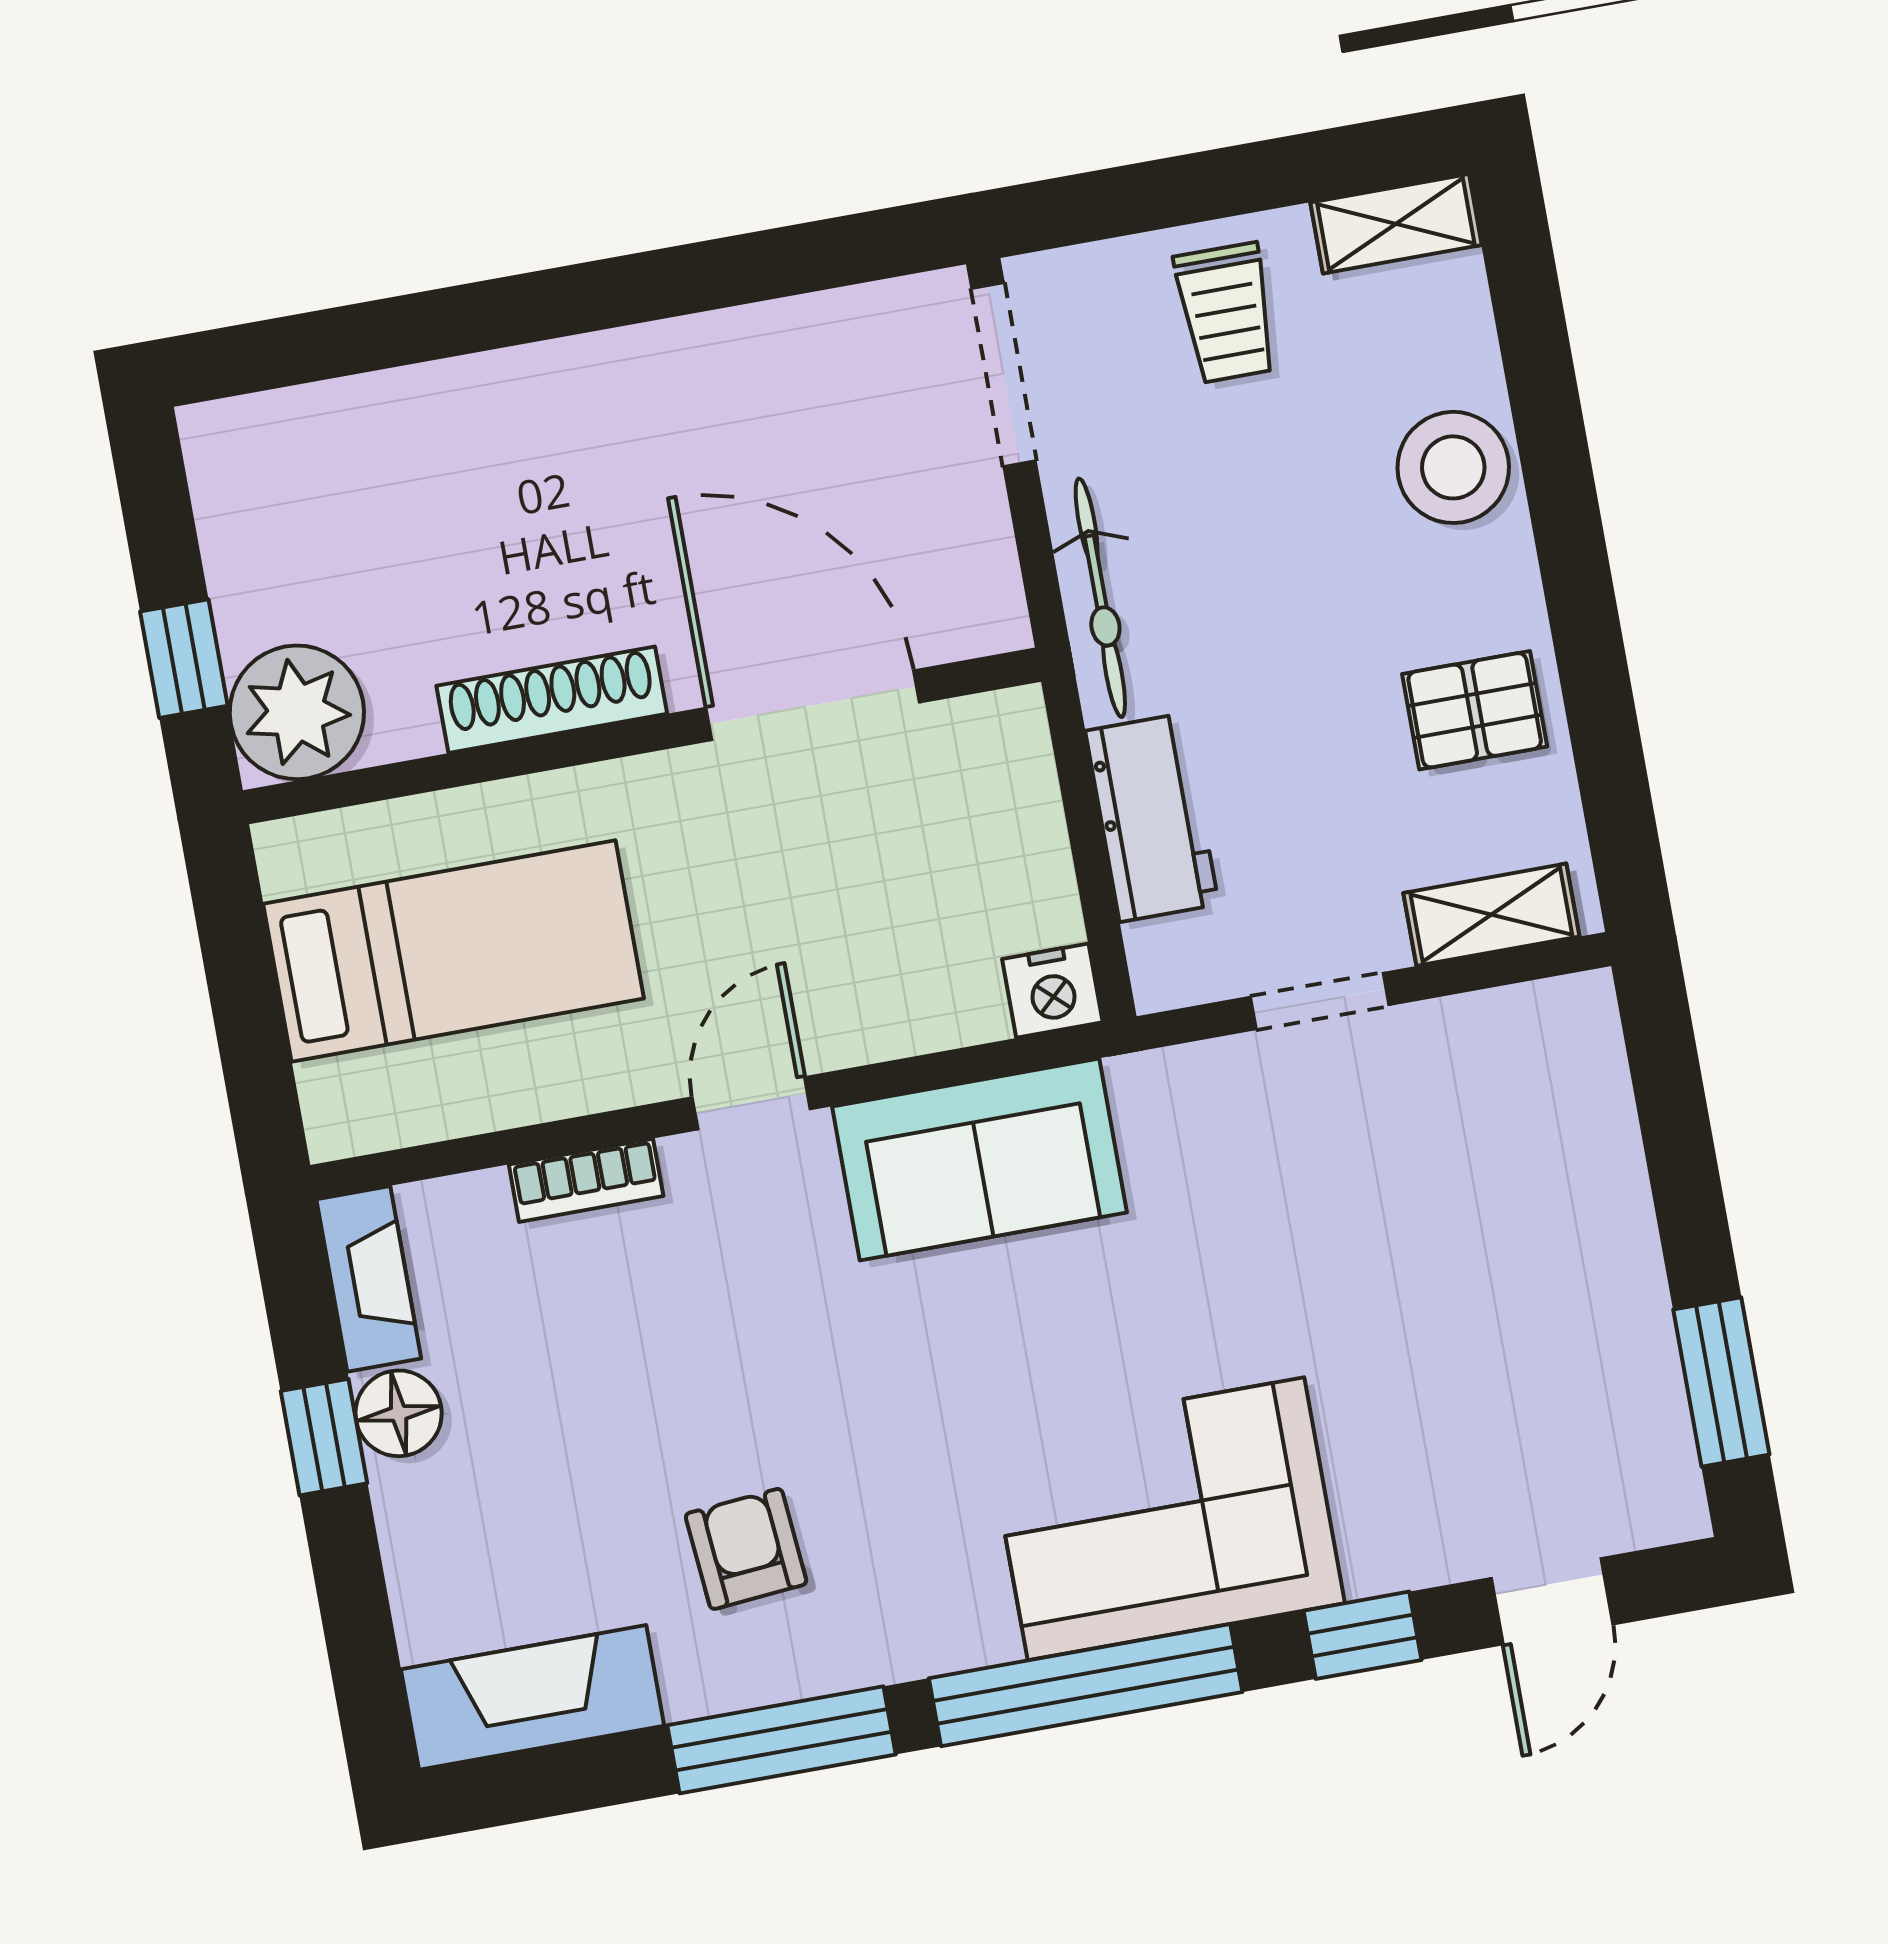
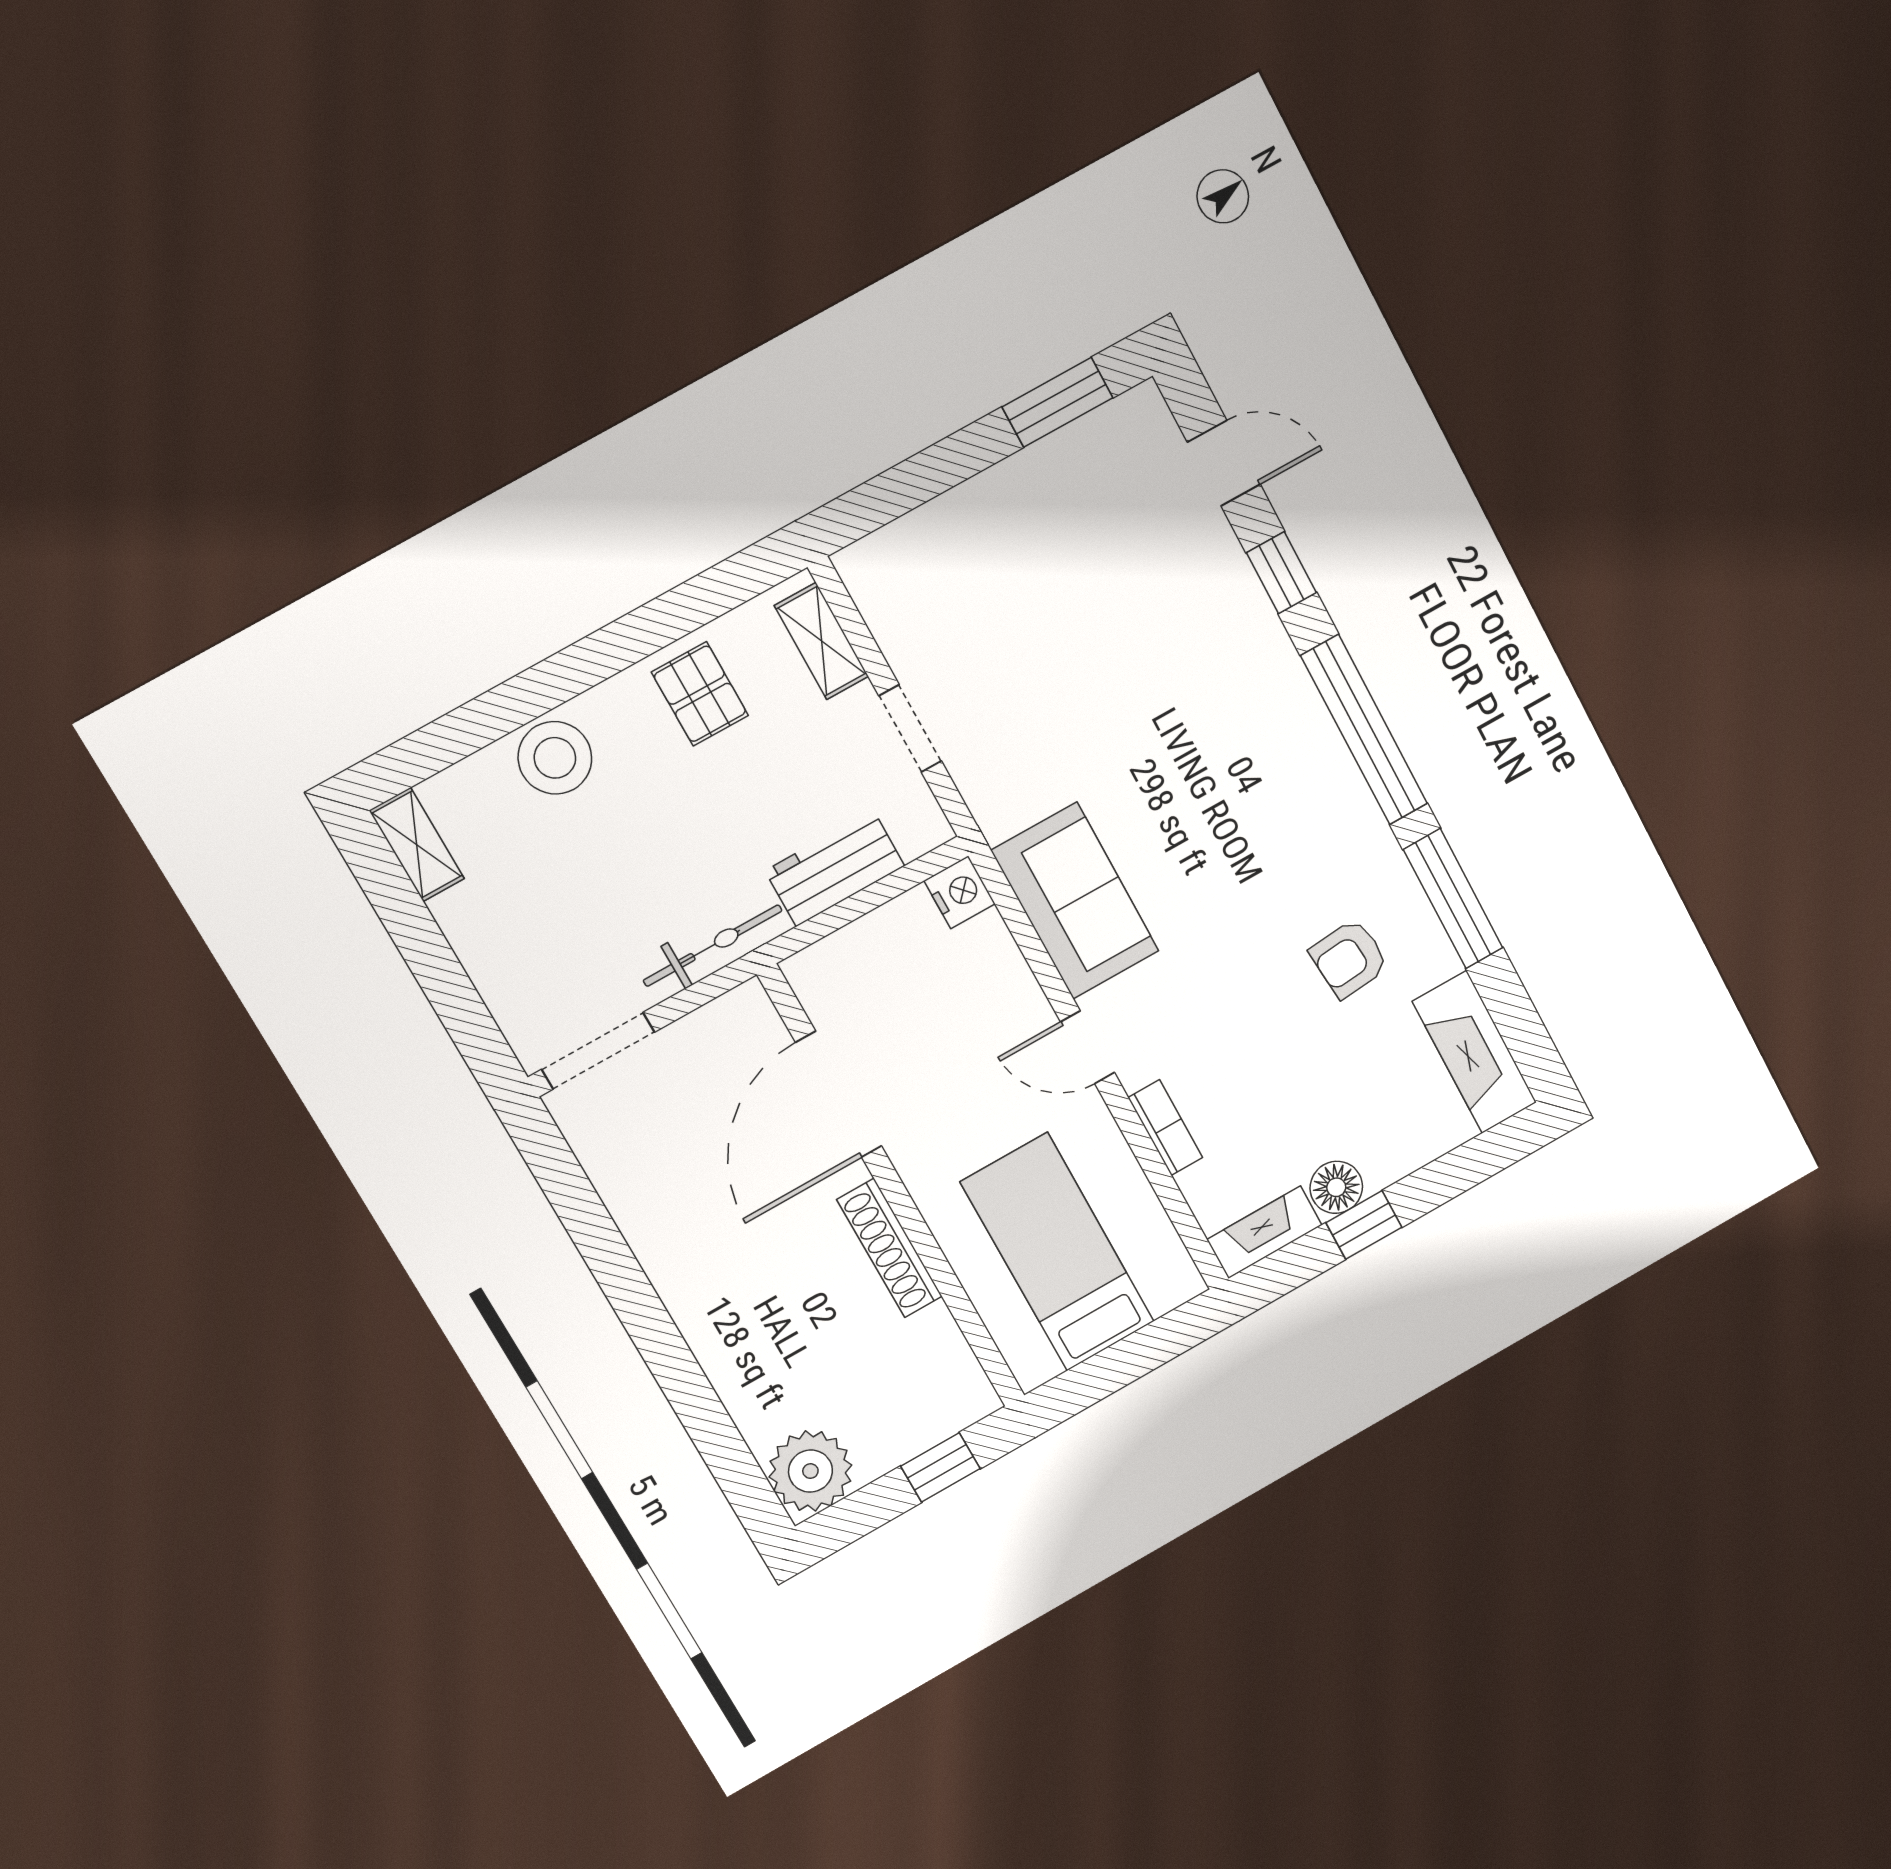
trolley: (1226, 313) -> (511, 930), removed
plant: (297, 712) -> (810, 1471), moved
corner sofa: (1166, 1519) -> (1251, 715), removed

